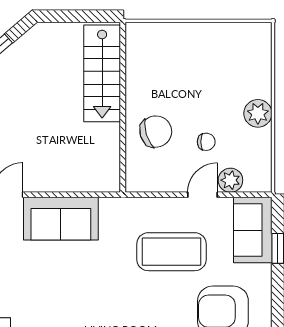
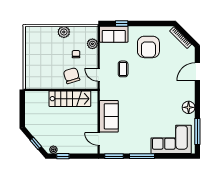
stairs: (102, 73) -> (70, 99), moved
door: (202, 195) -> (99, 75), moved
coffee table: (171, 252) -> (123, 69), width x0.54, depth x0.58

